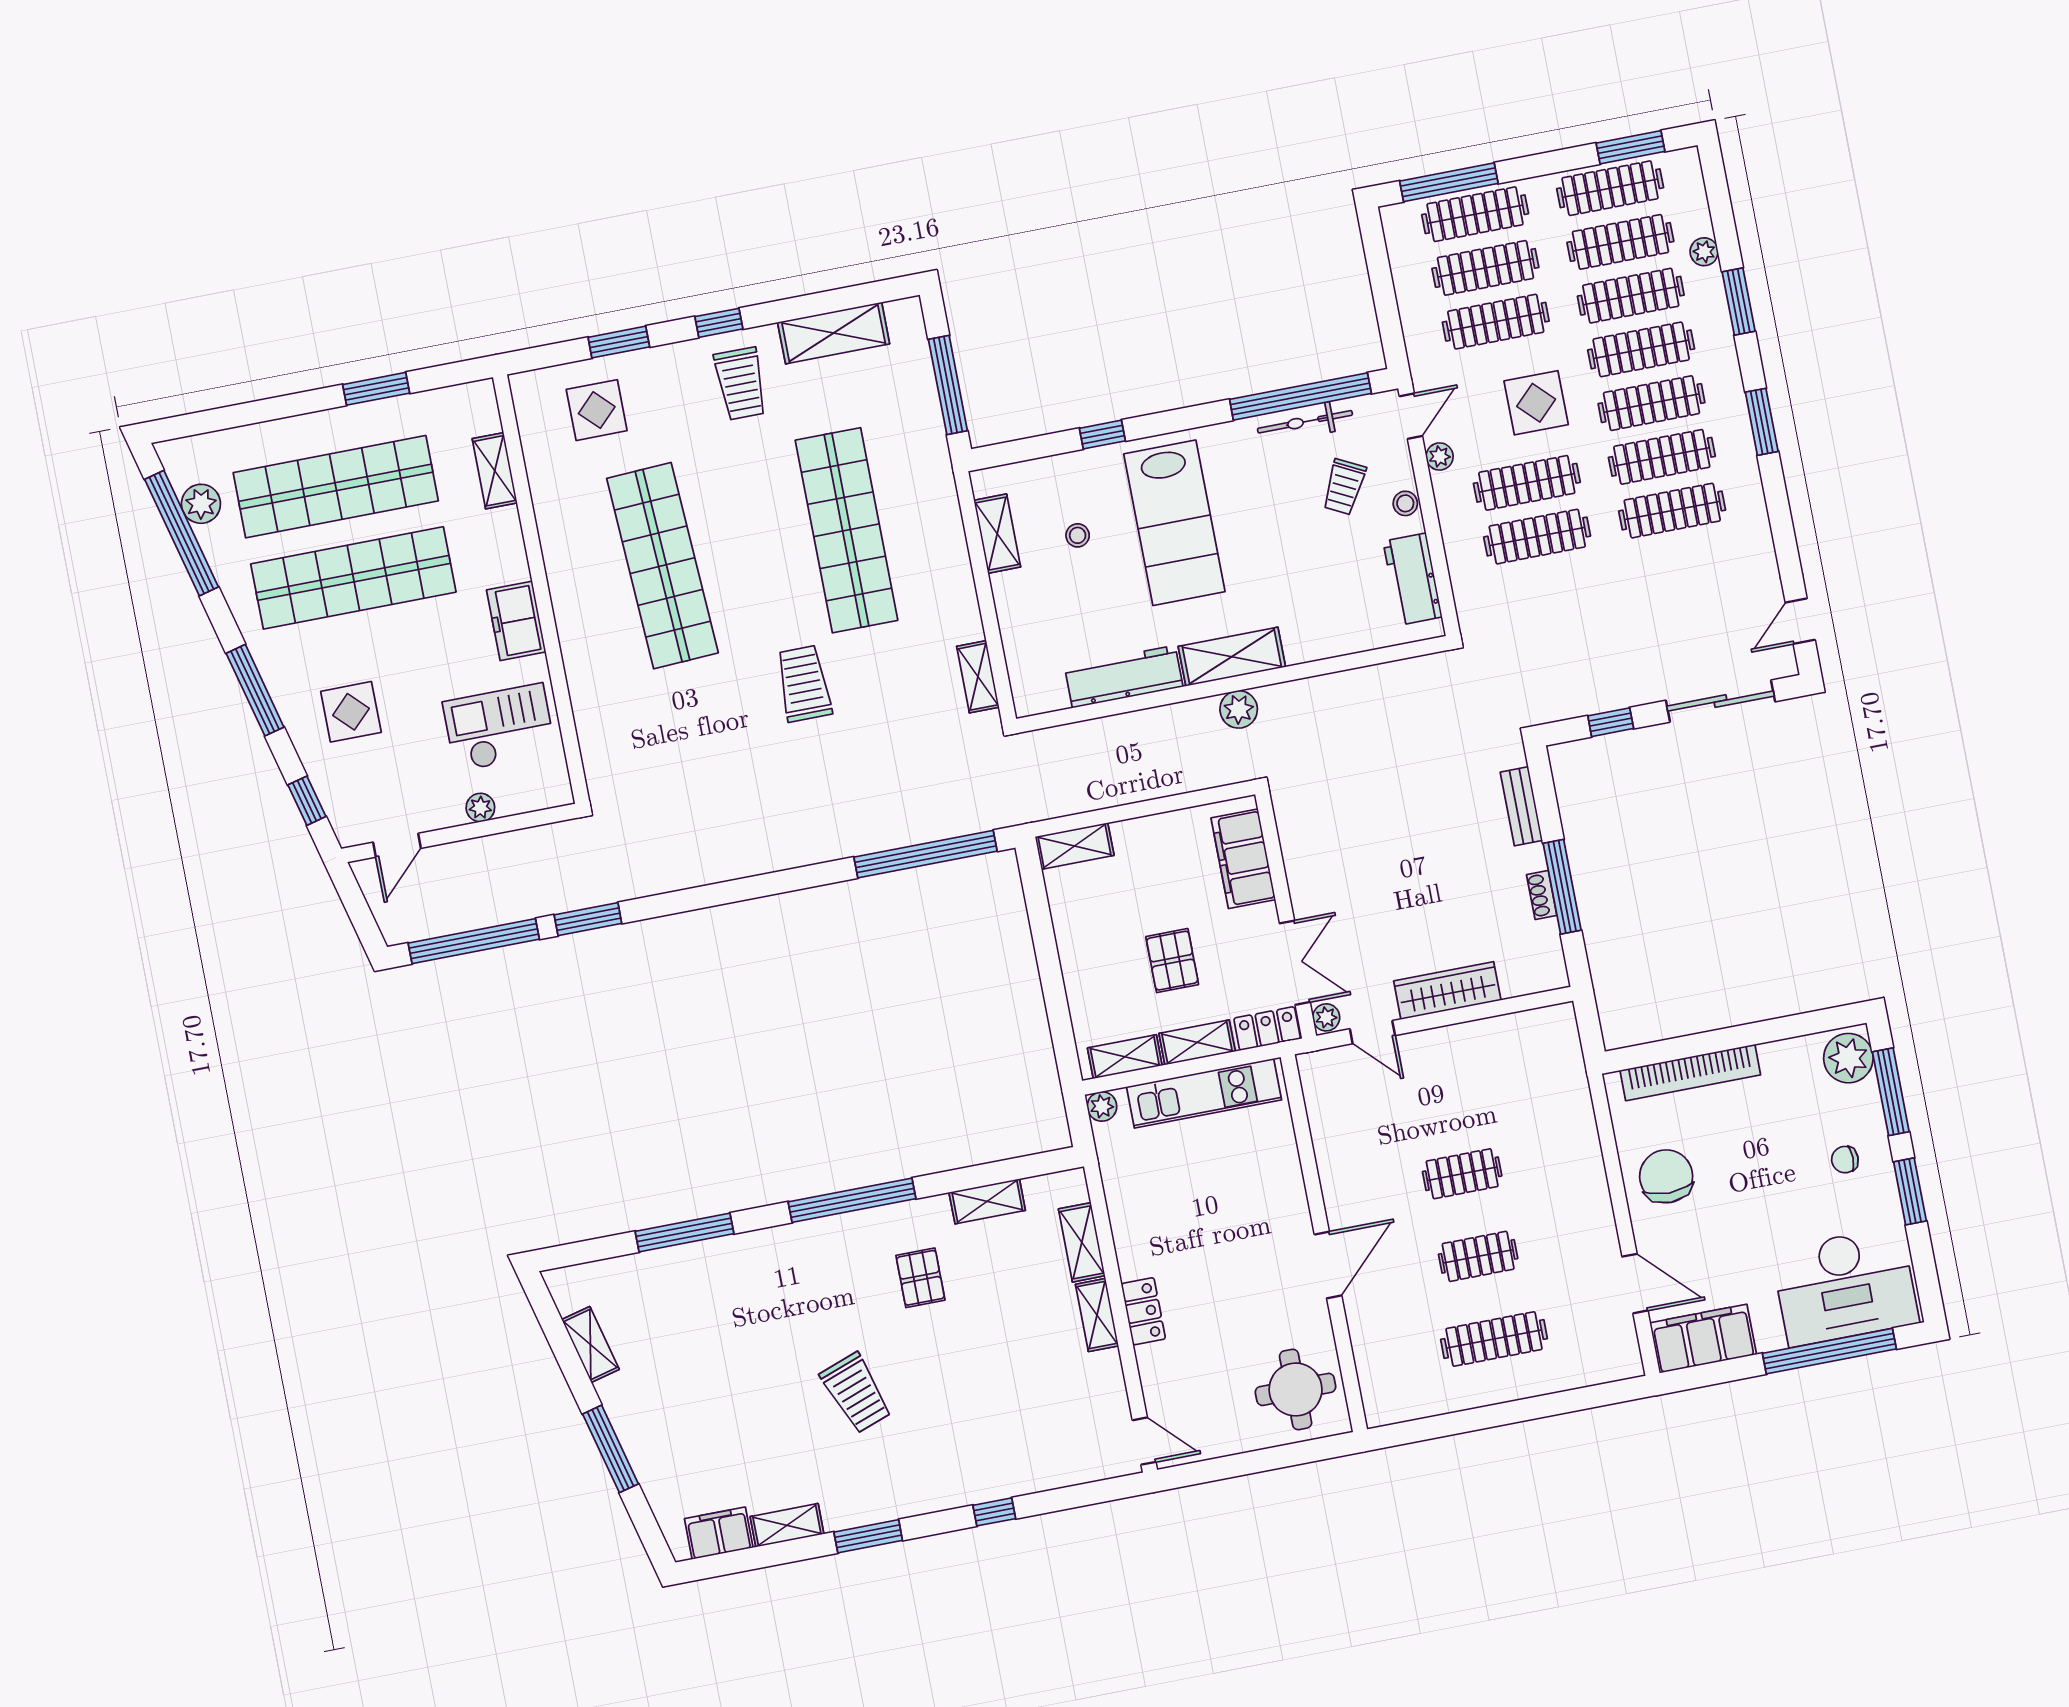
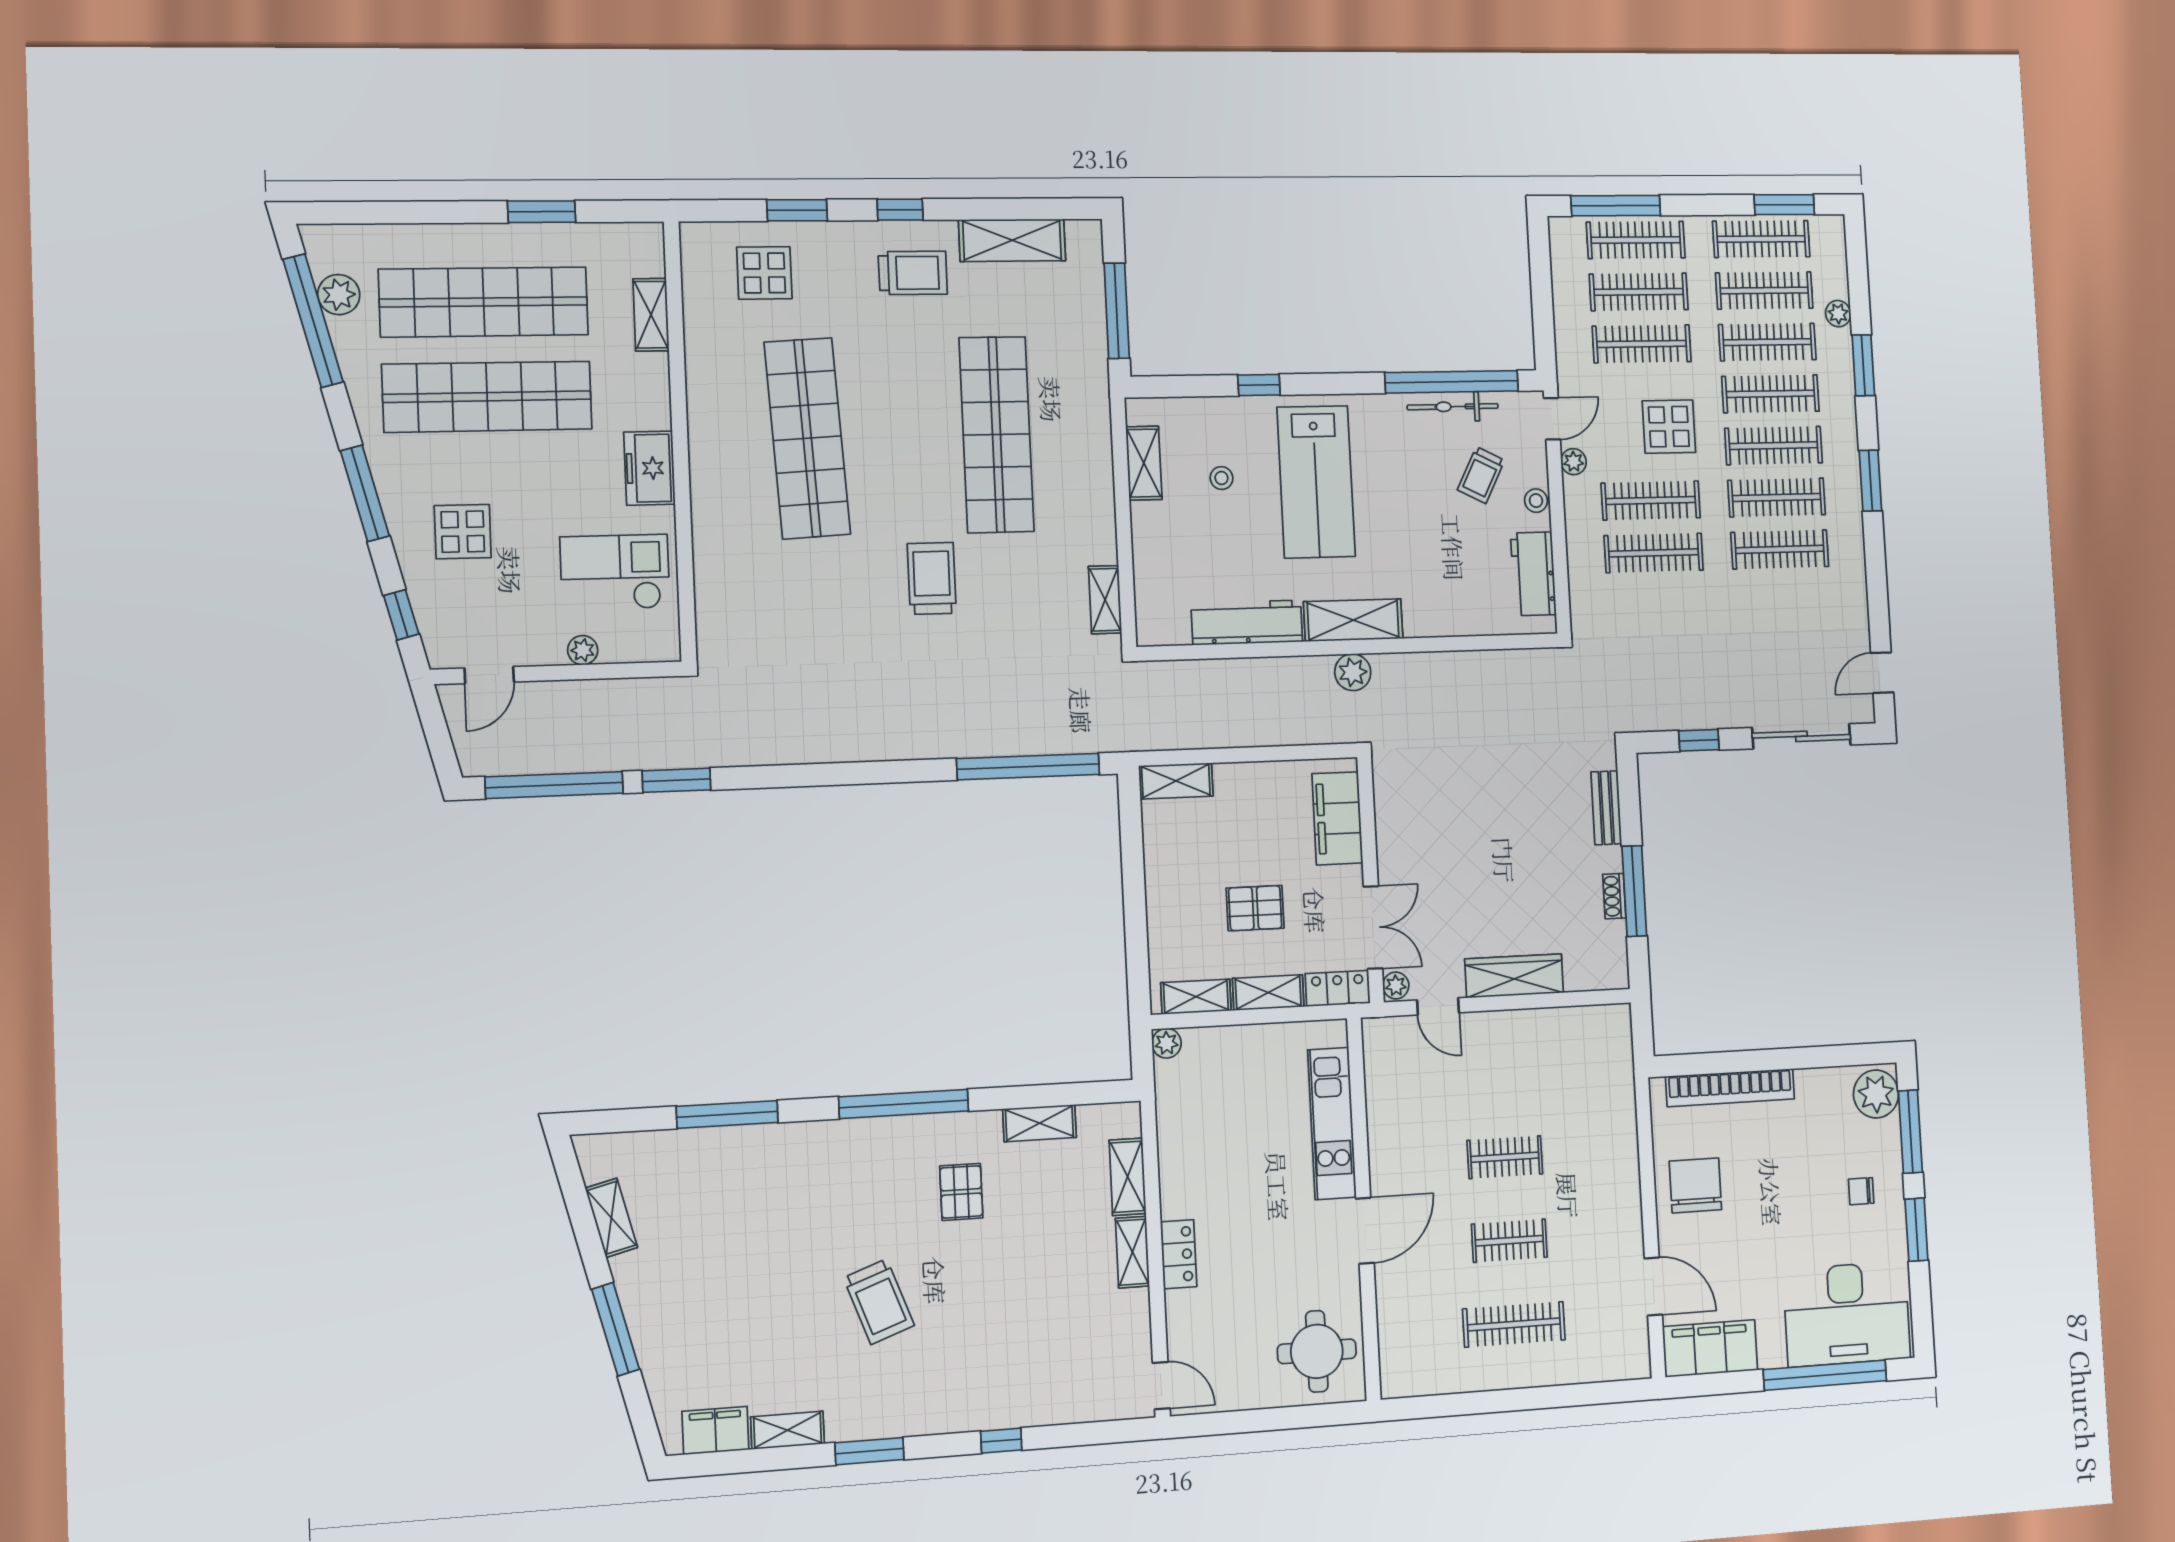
trolley: (741, 384) -> (913, 273), turned -90
pallet: (1172, 961) -> (1255, 908), turned 90
kitchen unit: (1204, 1093) -> (1332, 1123), moved, turned 90

